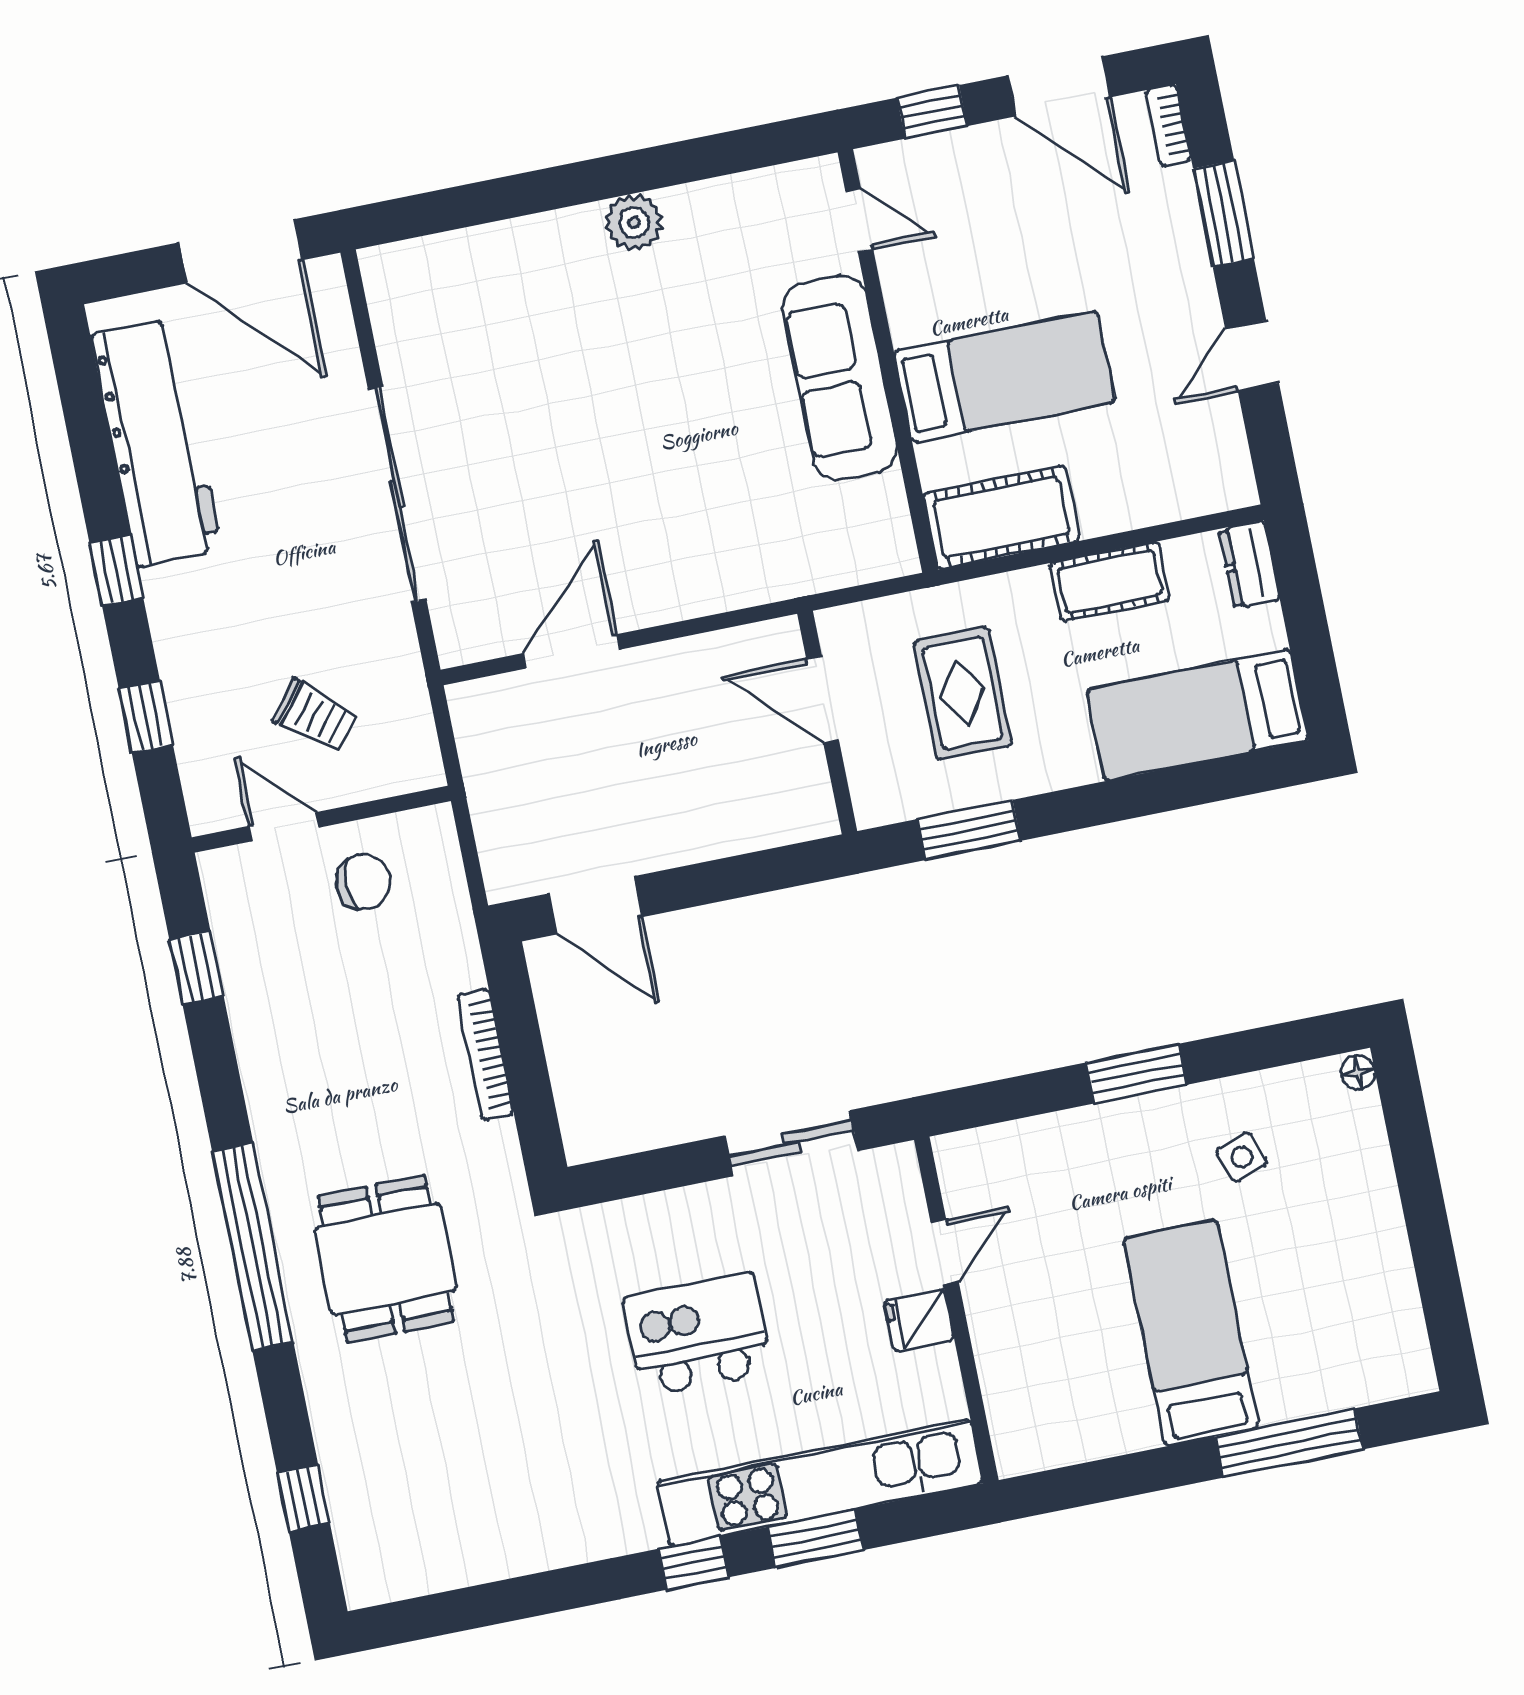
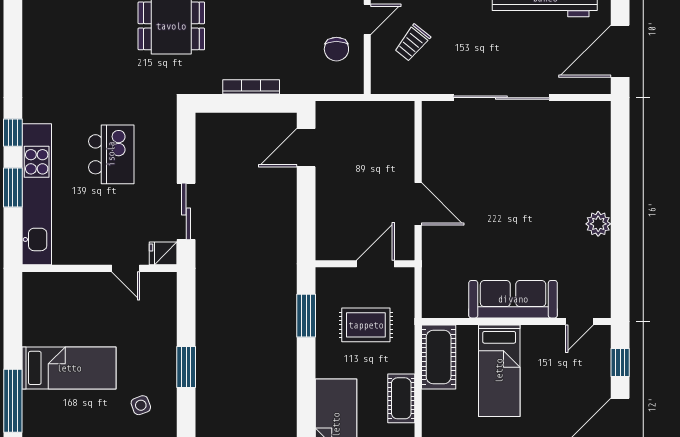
door: (571, 651) -> (418, 204), moved
fridge: (919, 1320) -> (163, 253), moved, turned -90

